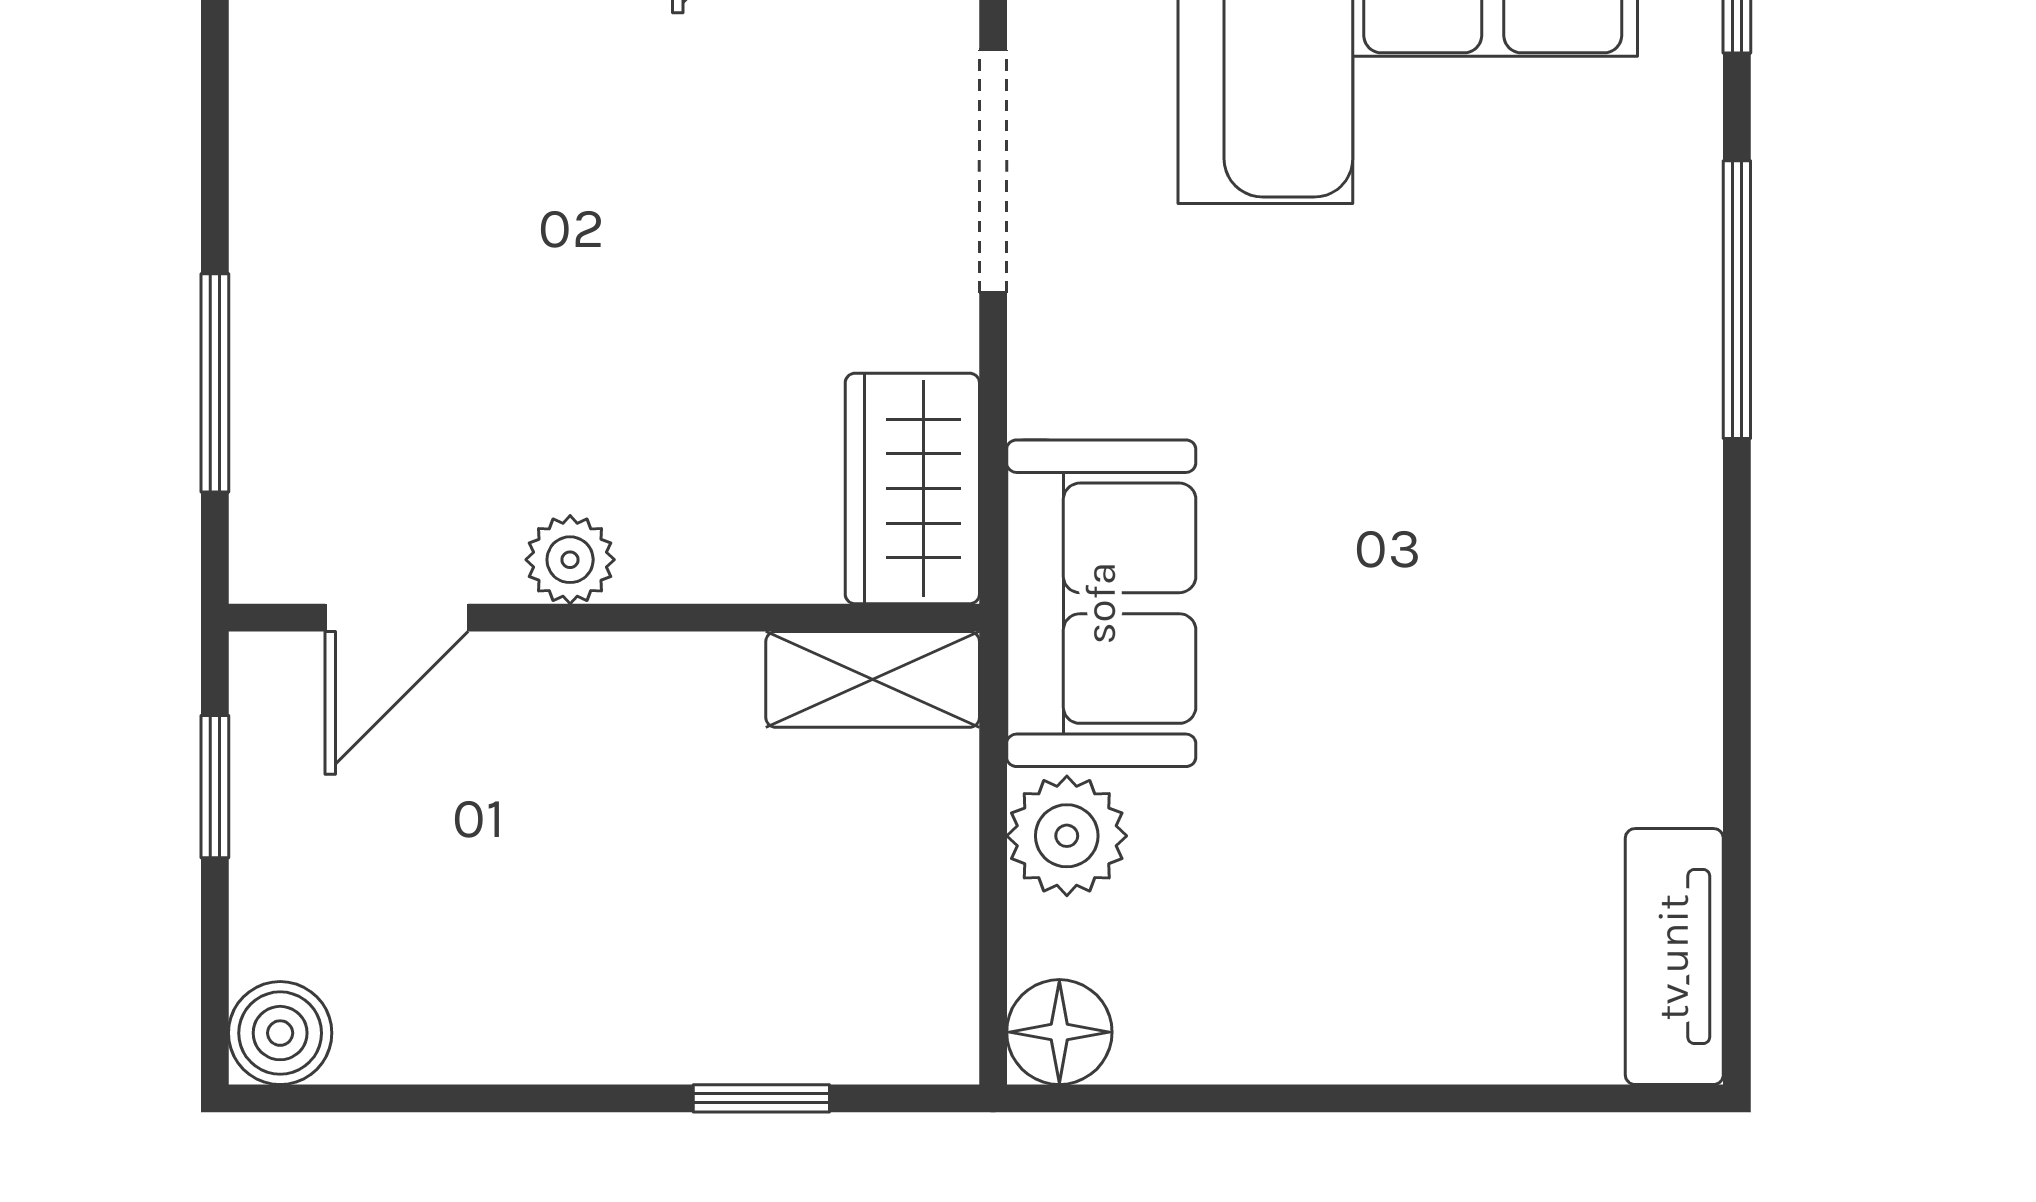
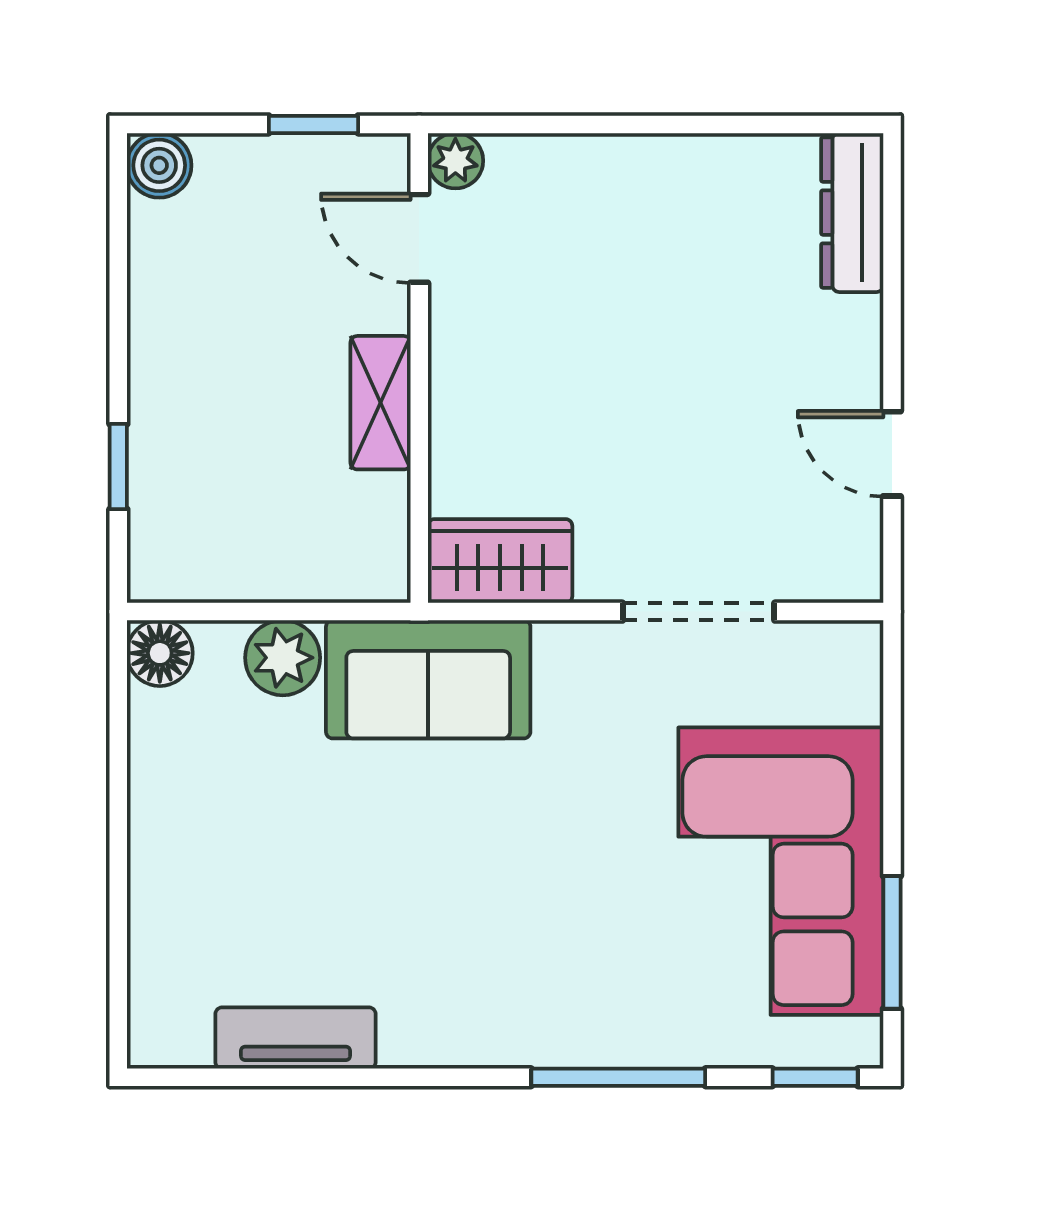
window: (215, 383) -> (566, 124), removed
plant: (570, 560) -> (455, 161), moved
shelving: (873, 679) -> (381, 403), moved
tv unit: (1674, 957) -> (296, 1038), moved

